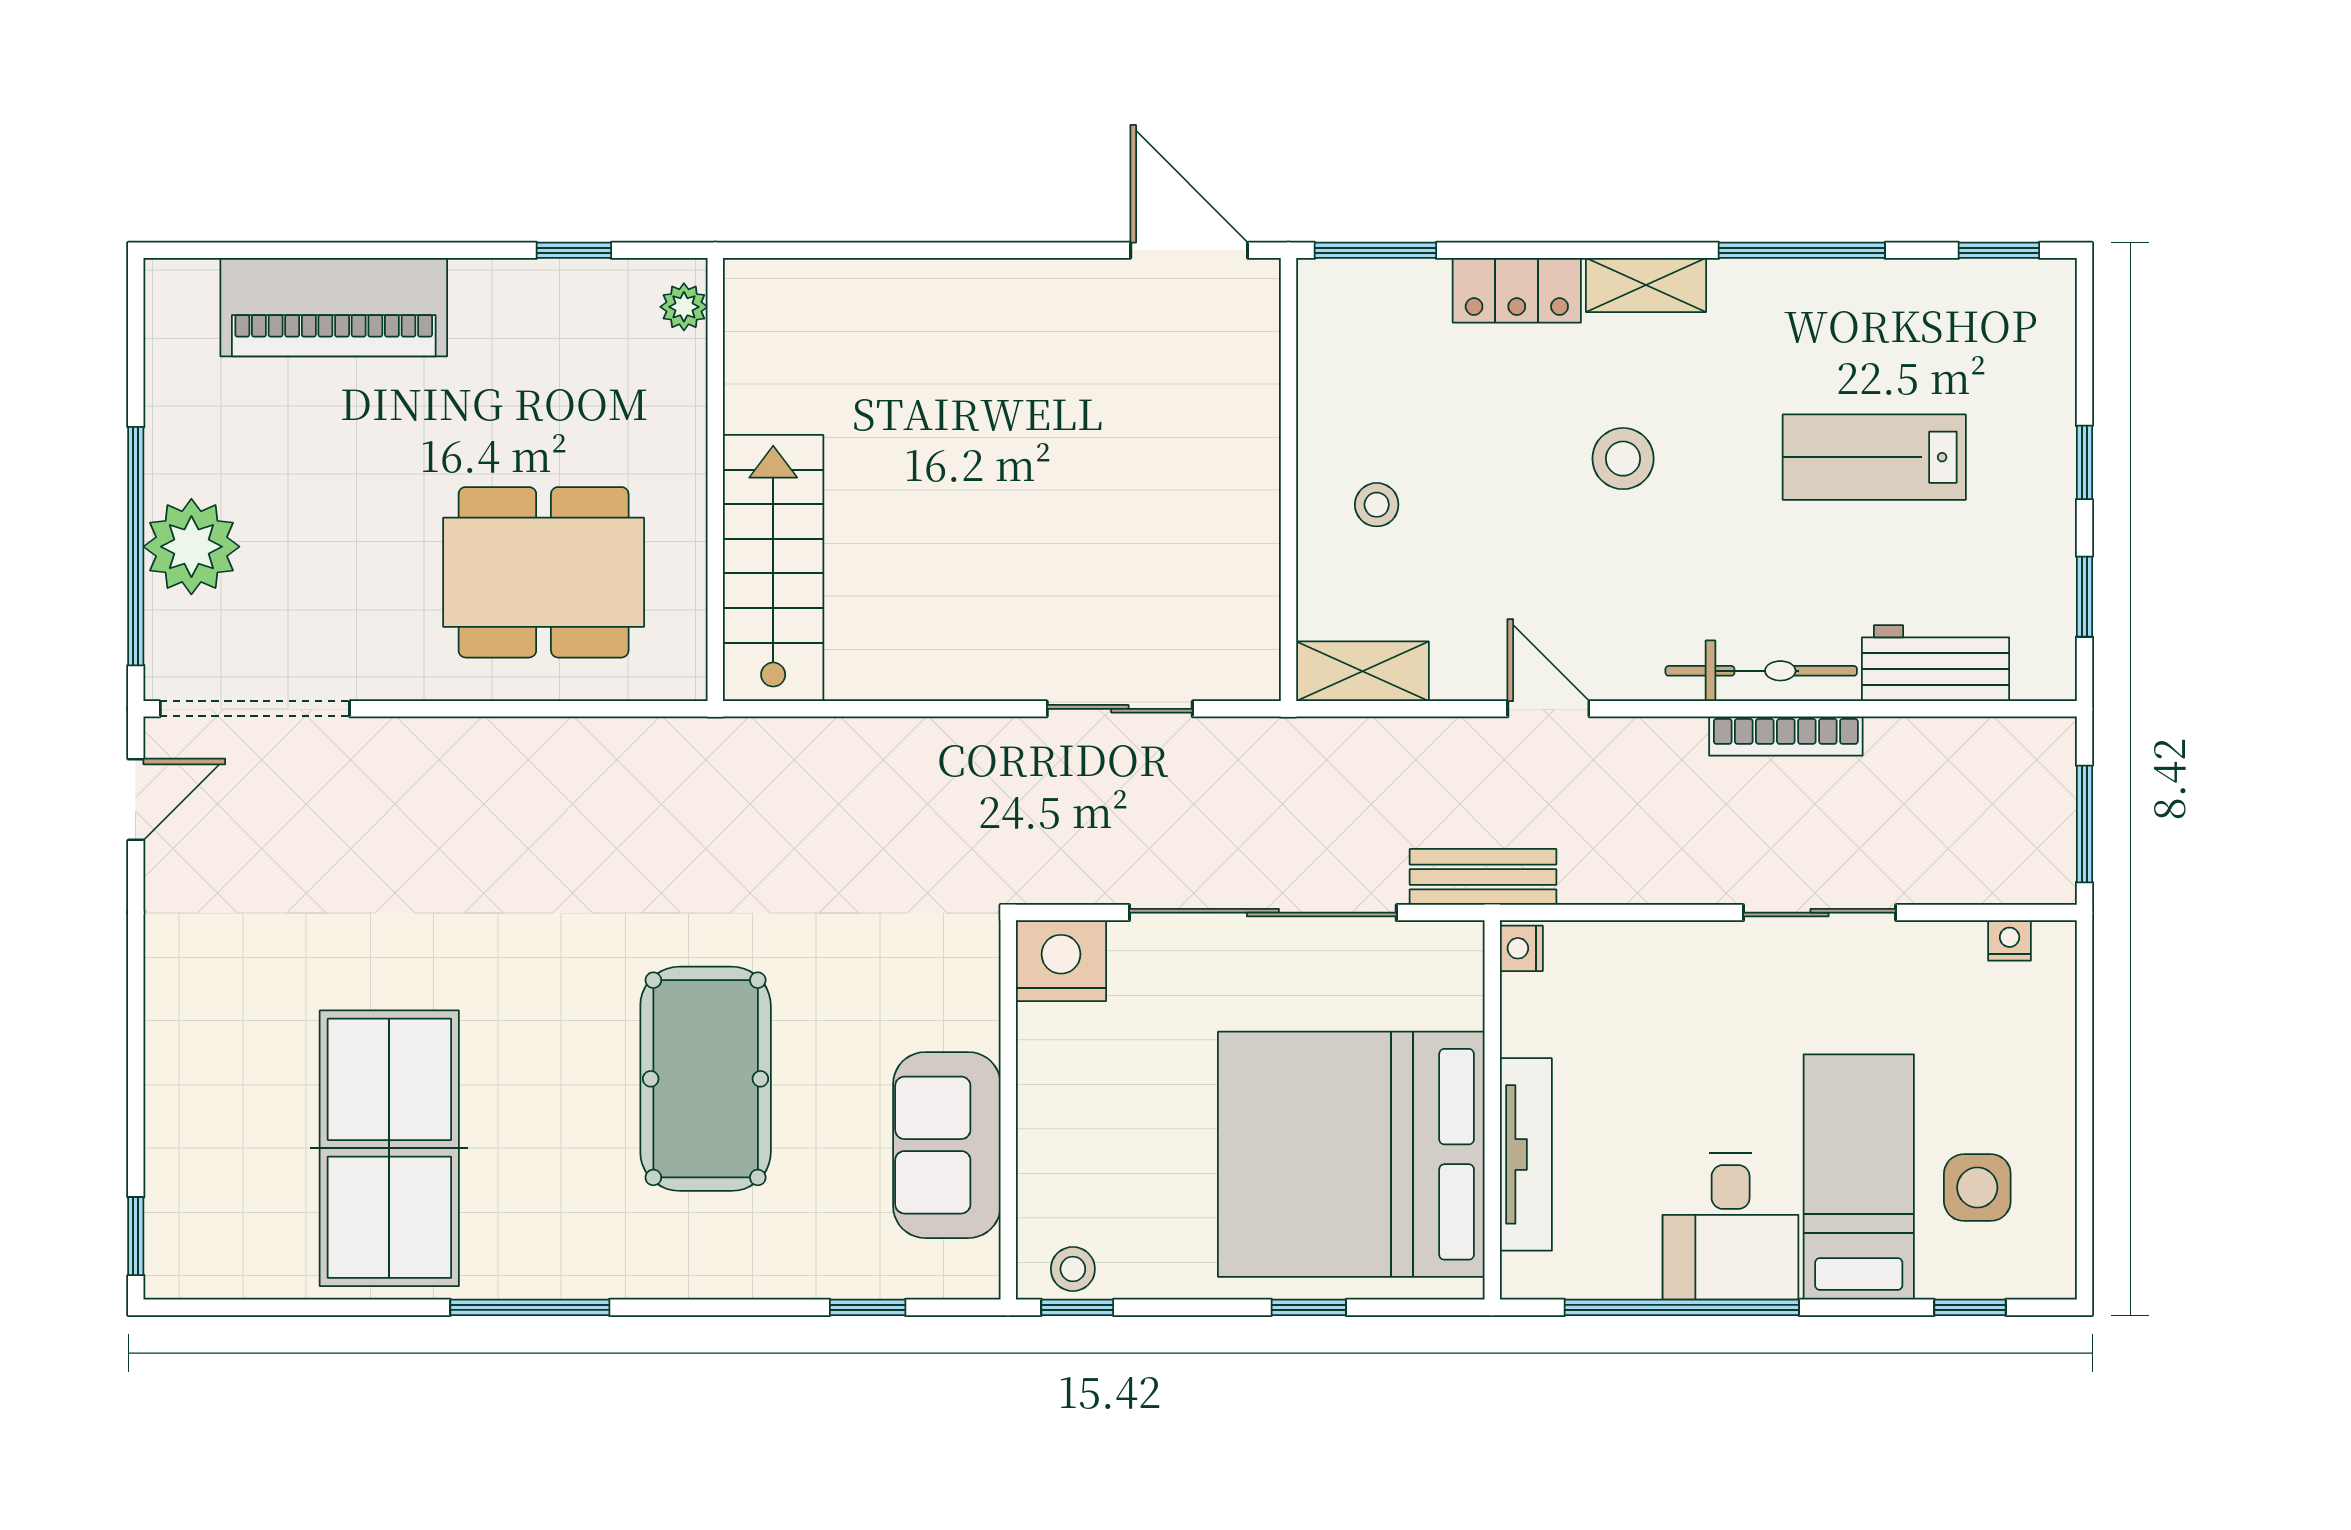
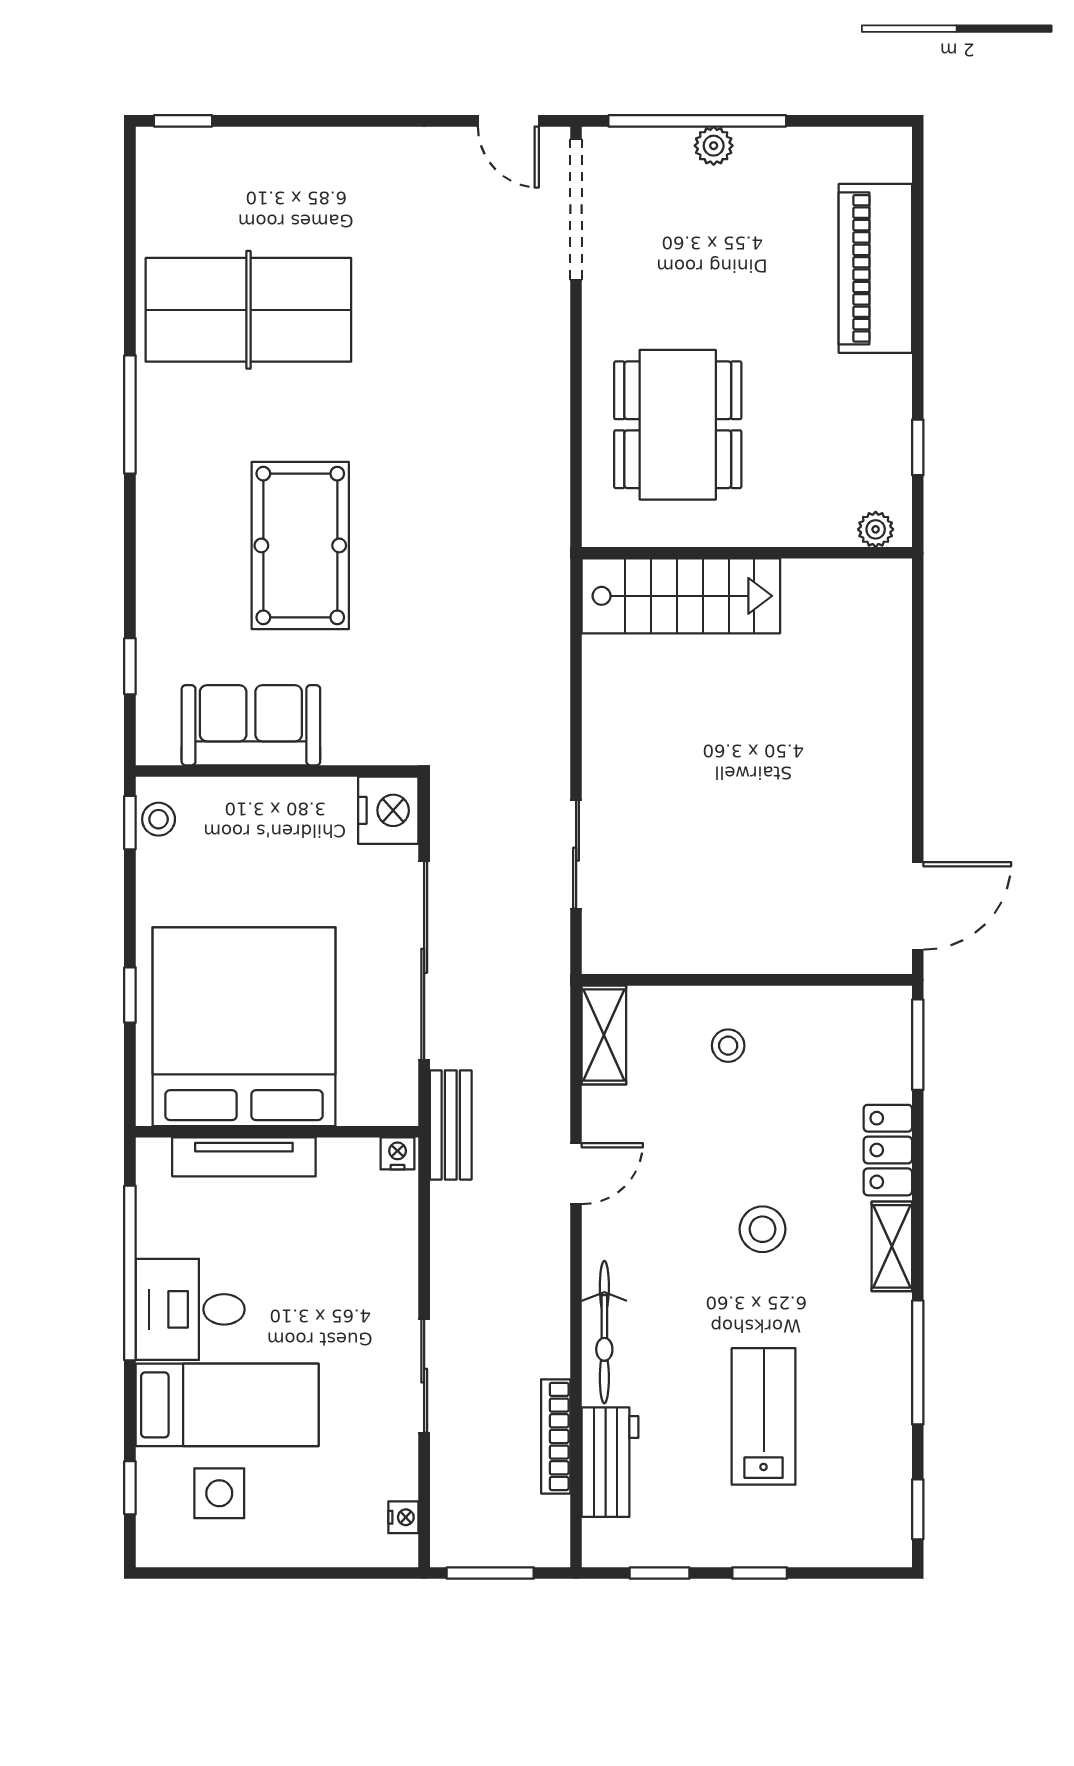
plant: (191, 547) -> (714, 146), width x0.53, depth x0.53
bookcase: (1786, 736) -> (556, 1436), moved
pool table: (706, 1079) -> (300, 545), turned 90

